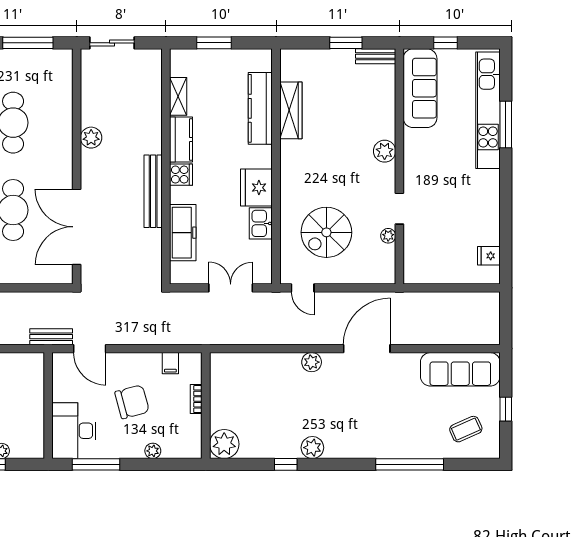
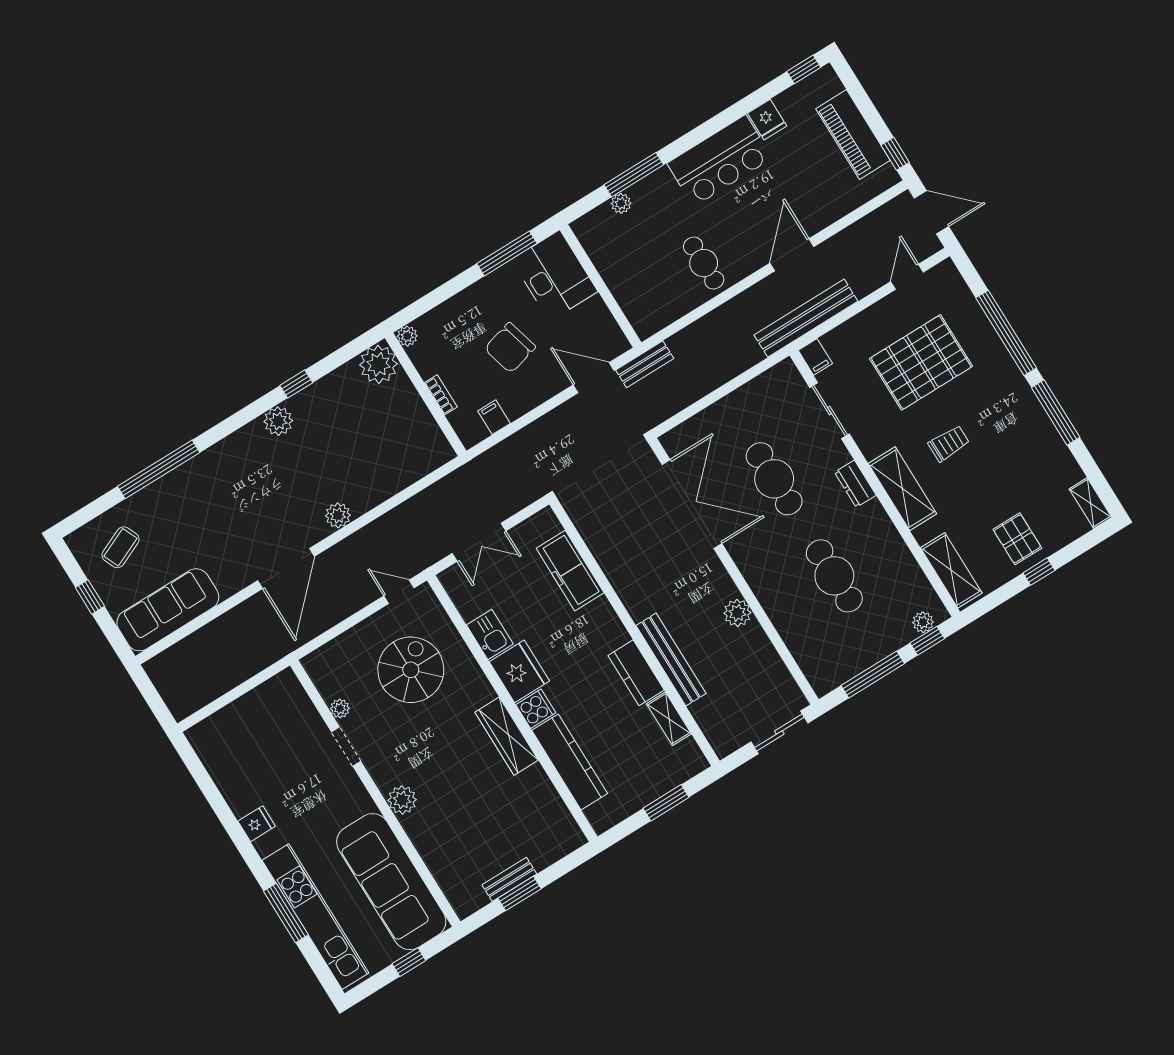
bench: (376, 56) -> (509, 879), moved
sofa: (420, 88) -> (391, 882), width x1.36, depth x1.27
wardrobe: (291, 110) -> (507, 736), moved
cooker: (181, 175) -> (536, 709), moved, turned 180
bench: (153, 191) -> (671, 660), moved
fridge: (489, 256) -> (257, 824), moved
plant: (153, 451) -> (407, 336), moved

